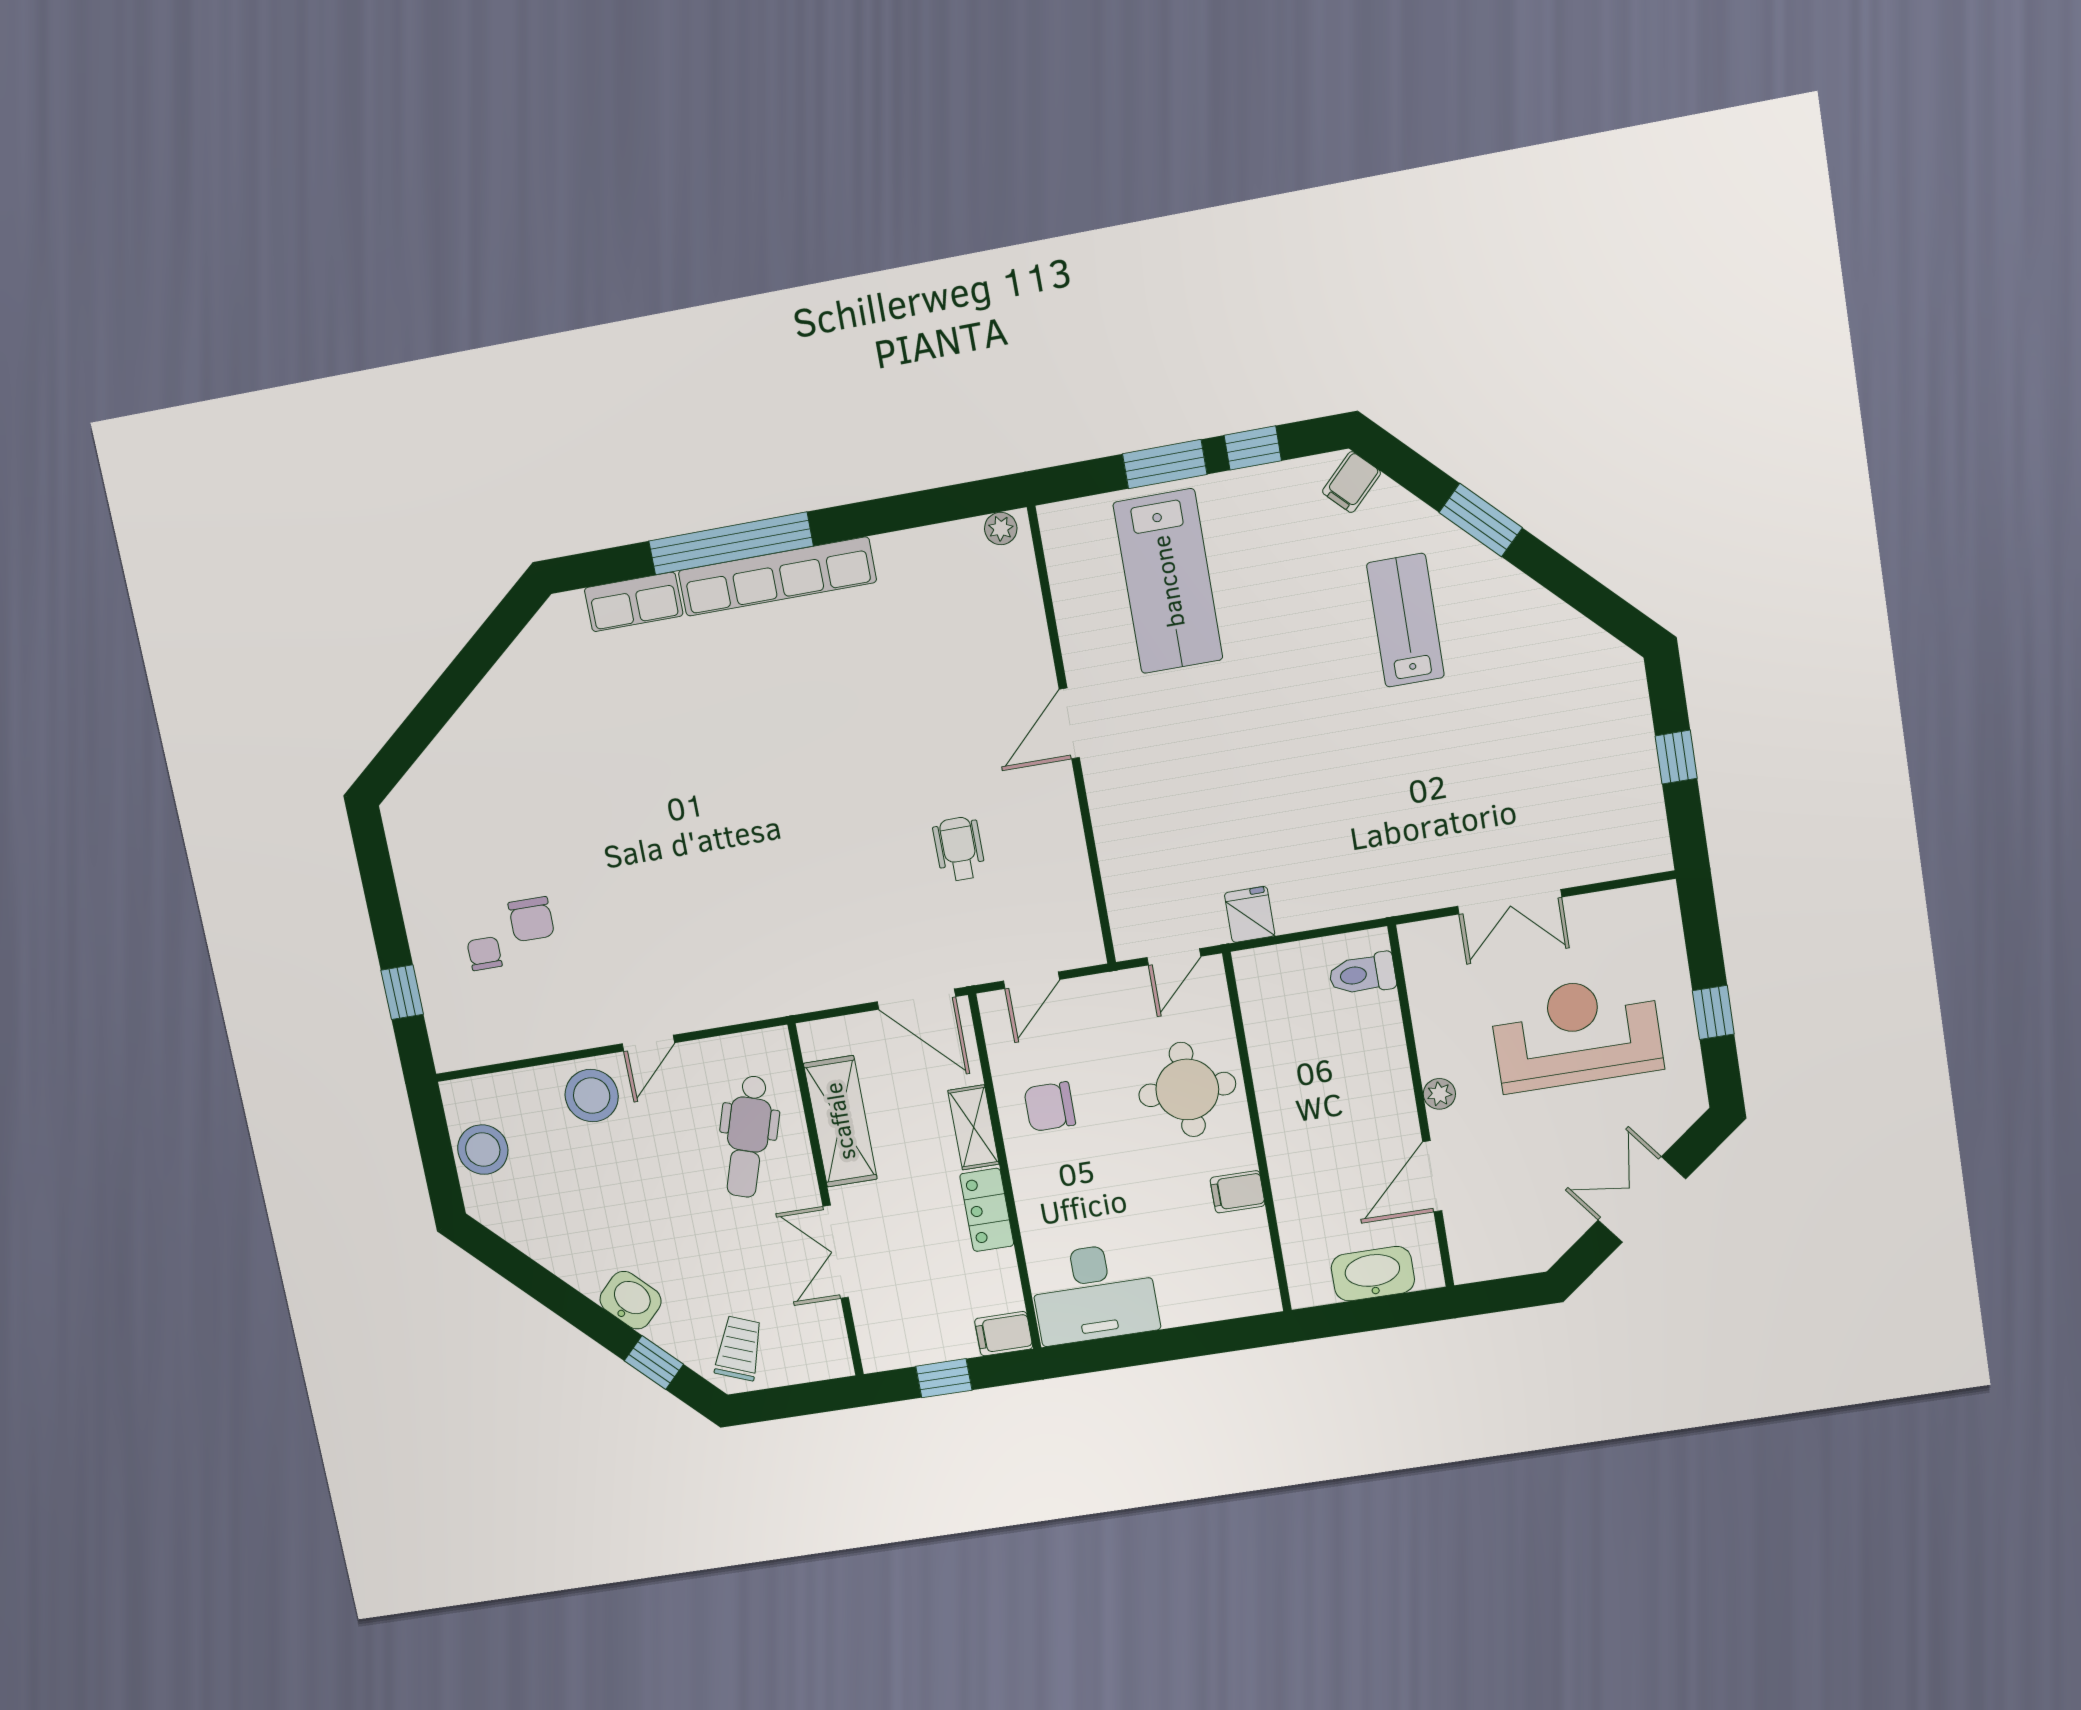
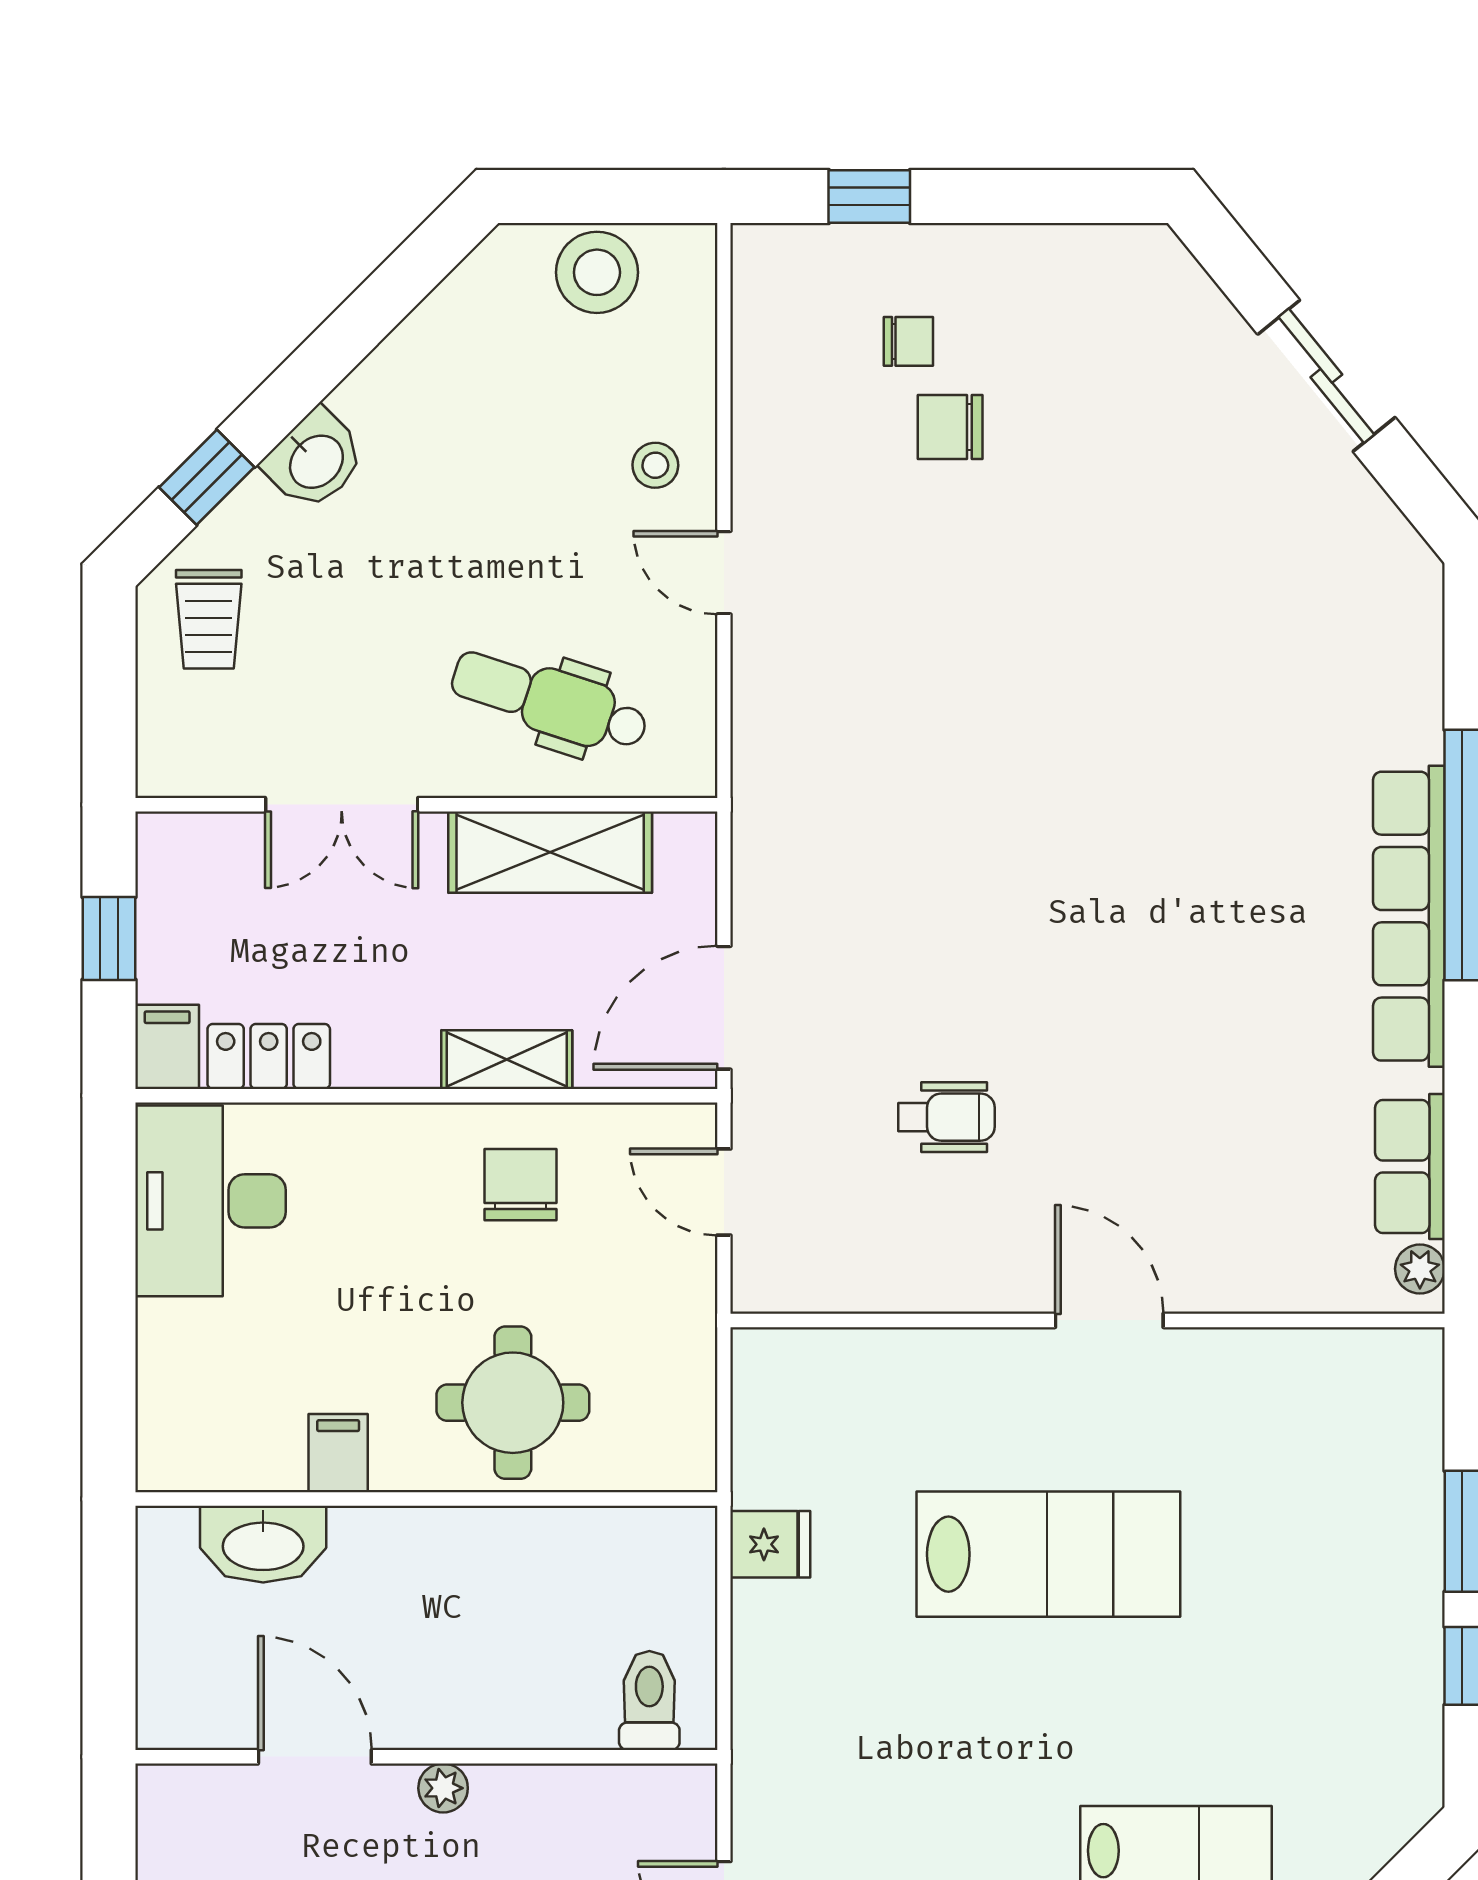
filing cabinet: (1351, 482) -> (1395, 1803), removed
lab bench: (1168, 581) -> (1048, 1554), moved, turned 180
row of seats: (634, 602) -> (1410, 1166), moved
sliding door: (451, 690) -> (1326, 376), added
door: (1174, 957) -> (724, 1417), removed
stool: (592, 1096) -> (655, 465), width x0.53, depth x0.53
locker: (987, 1210) -> (269, 1056), moved
double door: (836, 1252) -> (342, 805), swing flipped
washbasin: (1373, 1274) -> (263, 1544), moved, turned 90
trolley: (739, 1348) -> (209, 619), turned 69

